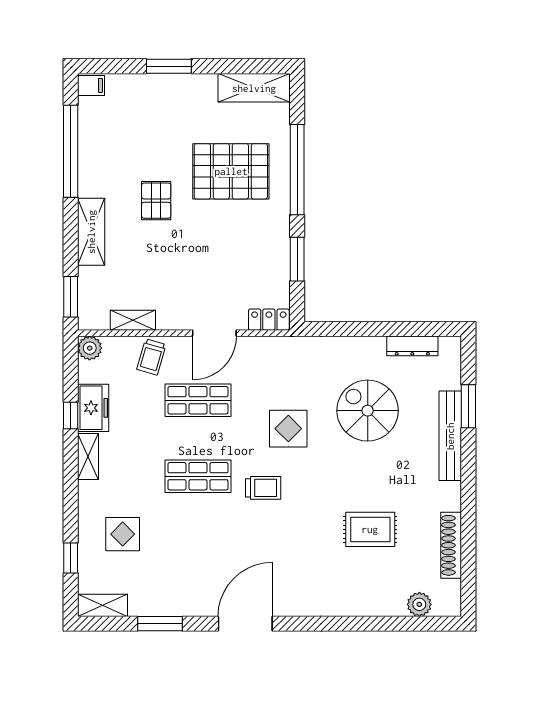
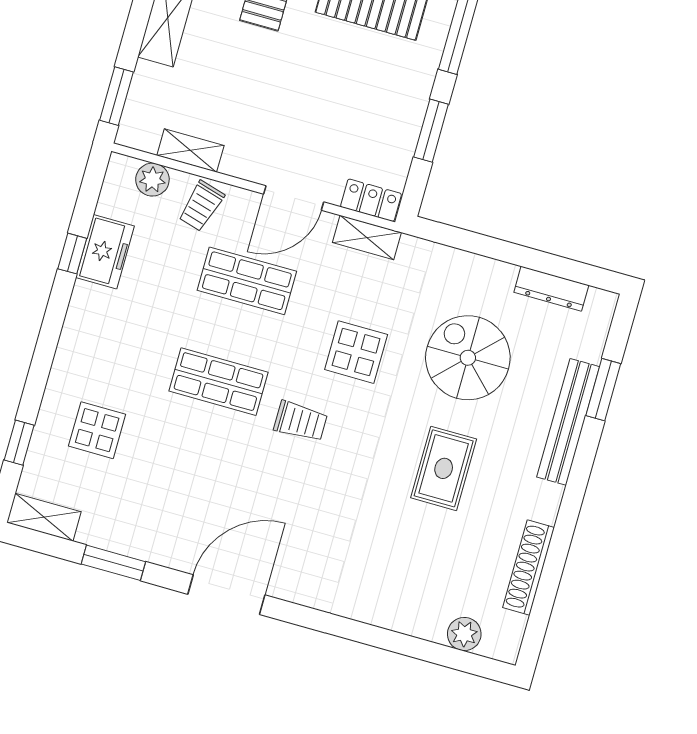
plant: (90, 348) -> (152, 180), moved
shelving: (88, 457) -> (367, 237), moved, turned 90
rug: (370, 529) -> (444, 468), moved, turned 90

